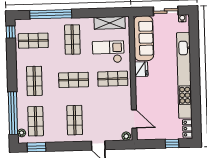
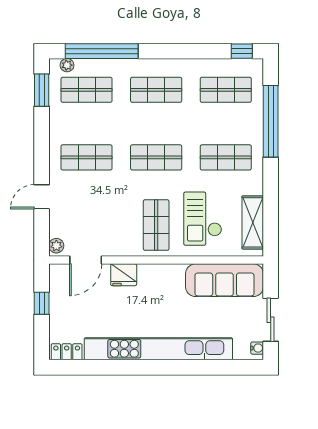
shop shelf: (33, 41) -> (226, 90), turned 90
checkout: (108, 52) -> (203, 219), turned 180
fridge: (141, 69) -> (124, 275), moved
shop shelf: (74, 80) -> (156, 157), turned 90
window: (172, 143) -> (42, 303), moved

